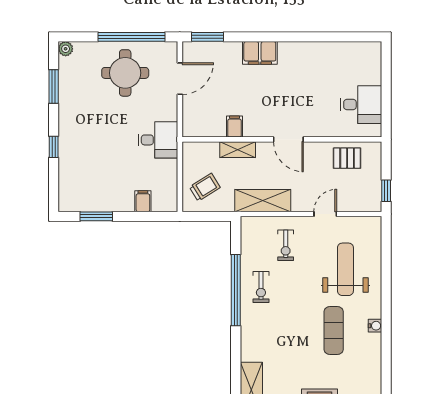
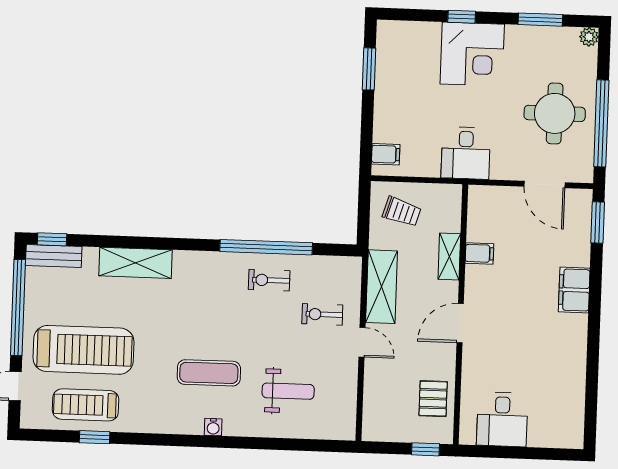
corner desk: (82, 138) -> (472, 54), added
trolley: (205, 187) -> (402, 212), turned -41
window: (386, 191) -> (425, 449), moved
filing cabinet: (143, 201) -> (386, 154), moved
door: (325, 214) -> (362, 342), moved
weight bench: (345, 269) -> (288, 391), width x0.73, depth x0.75

